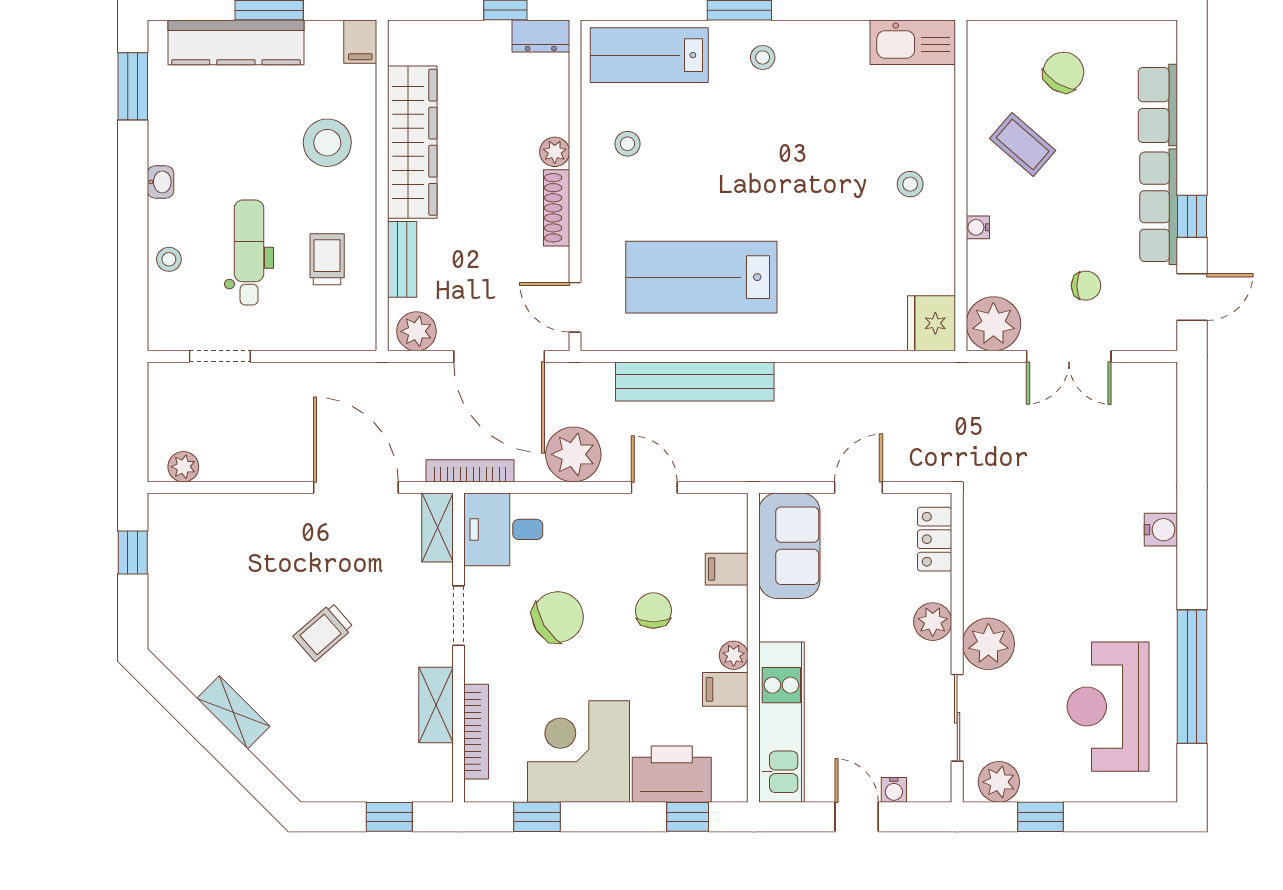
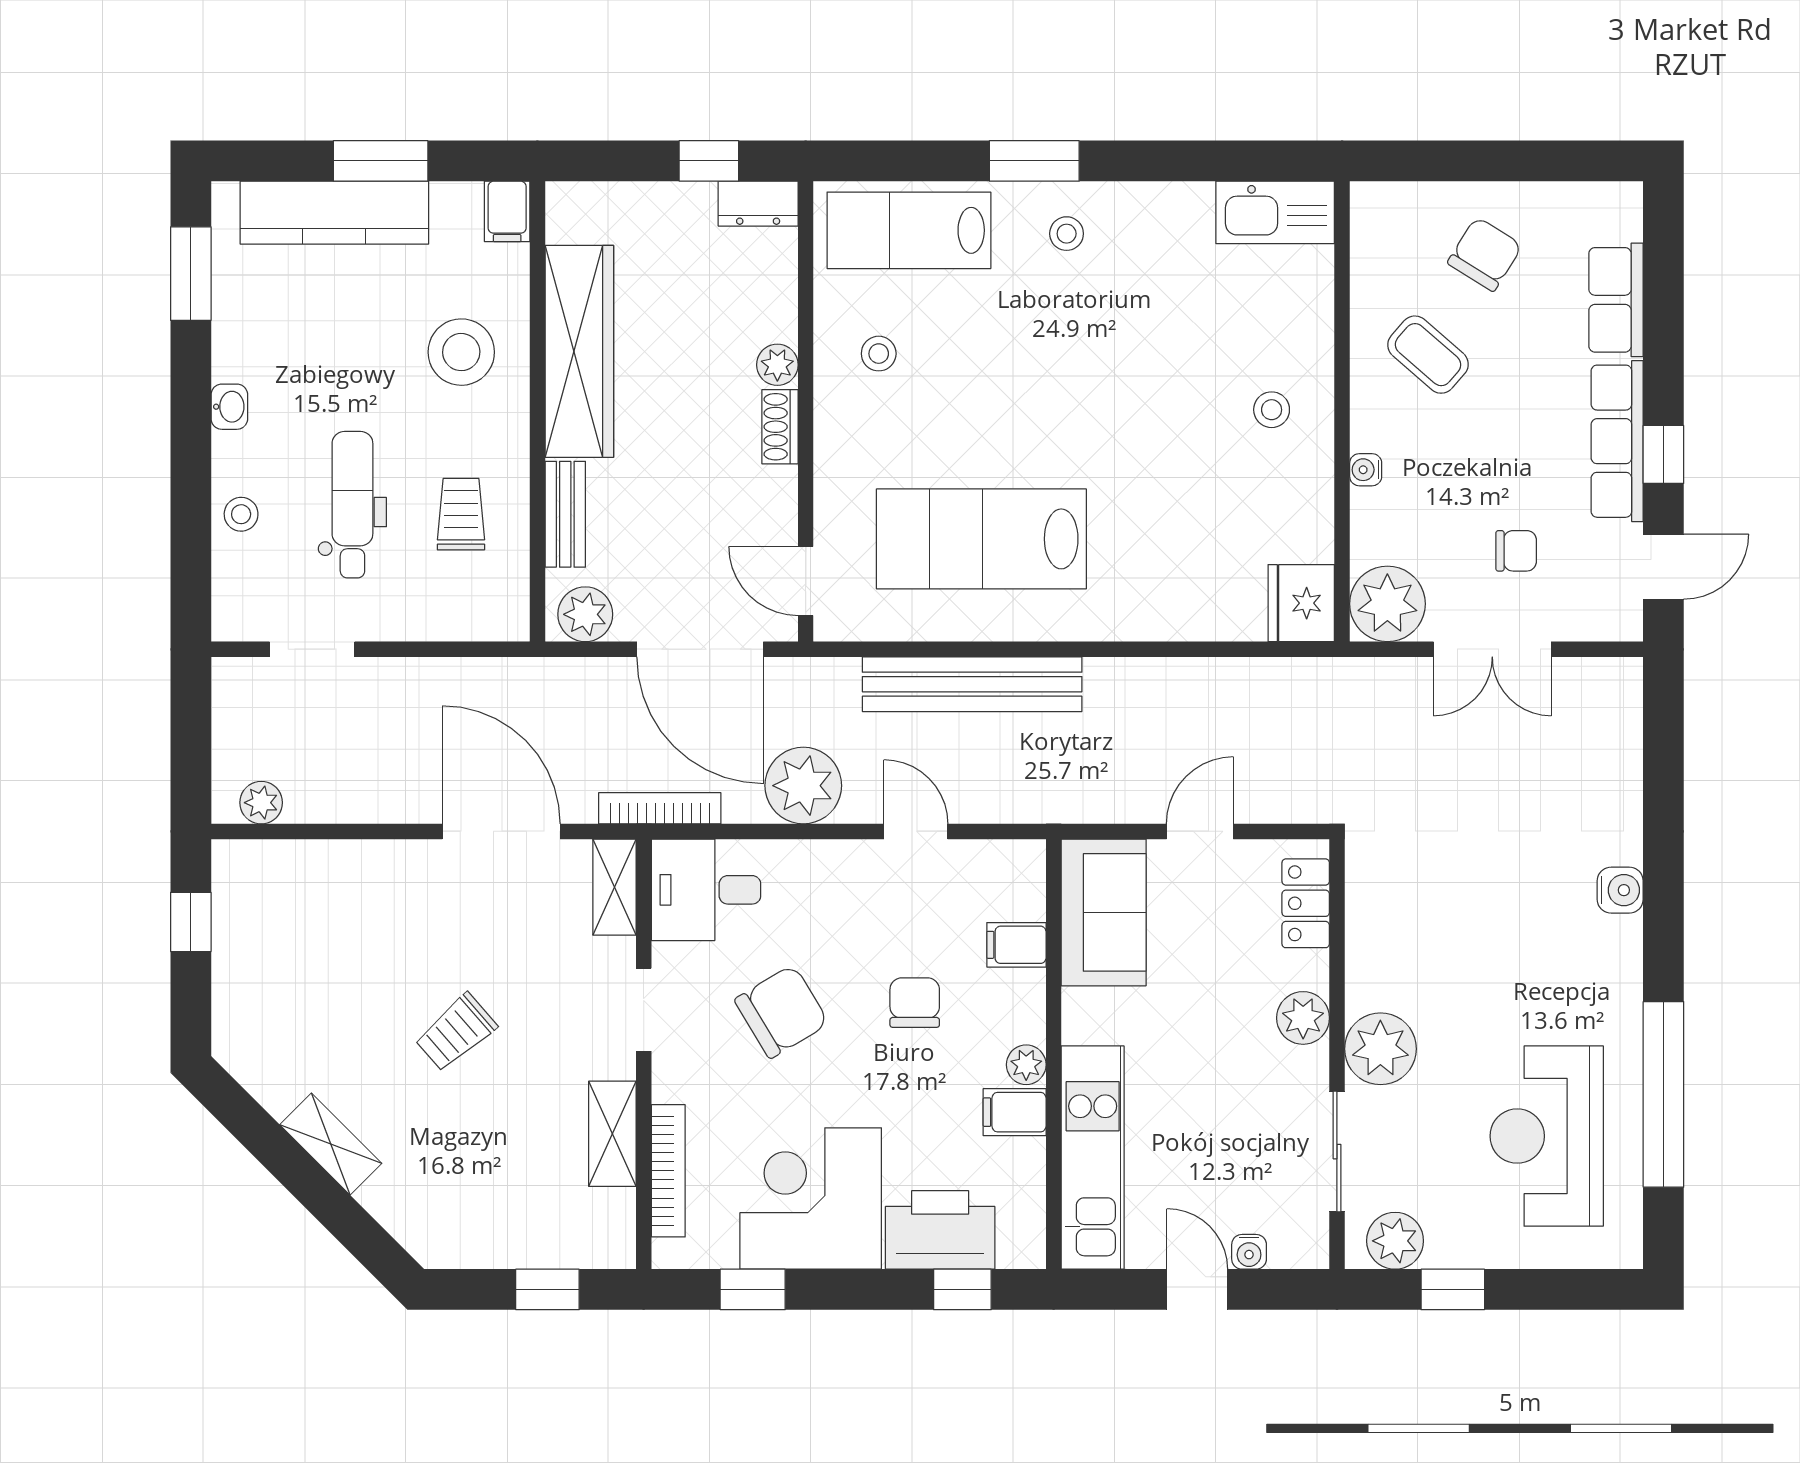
shoe rack: (557, 208) -> (780, 427), width x0.70

